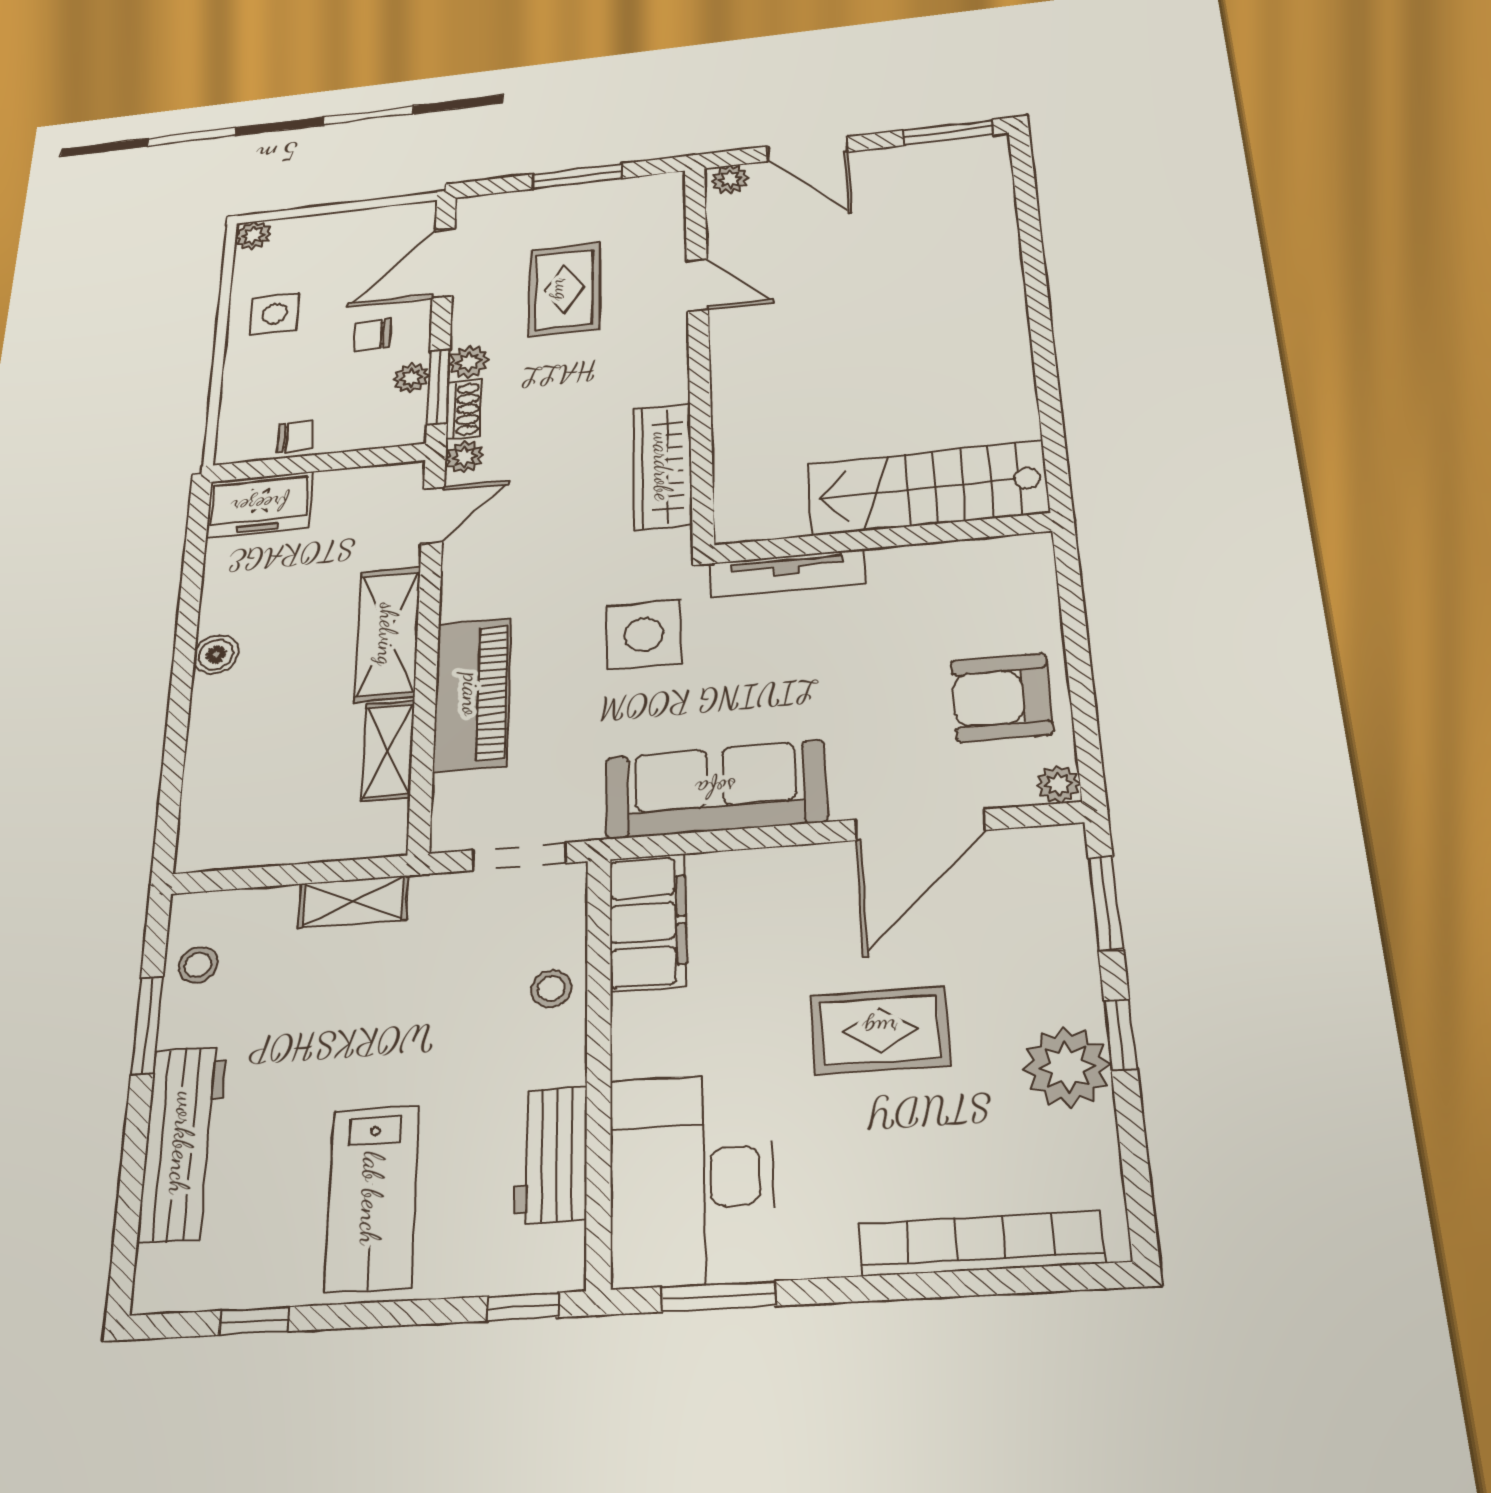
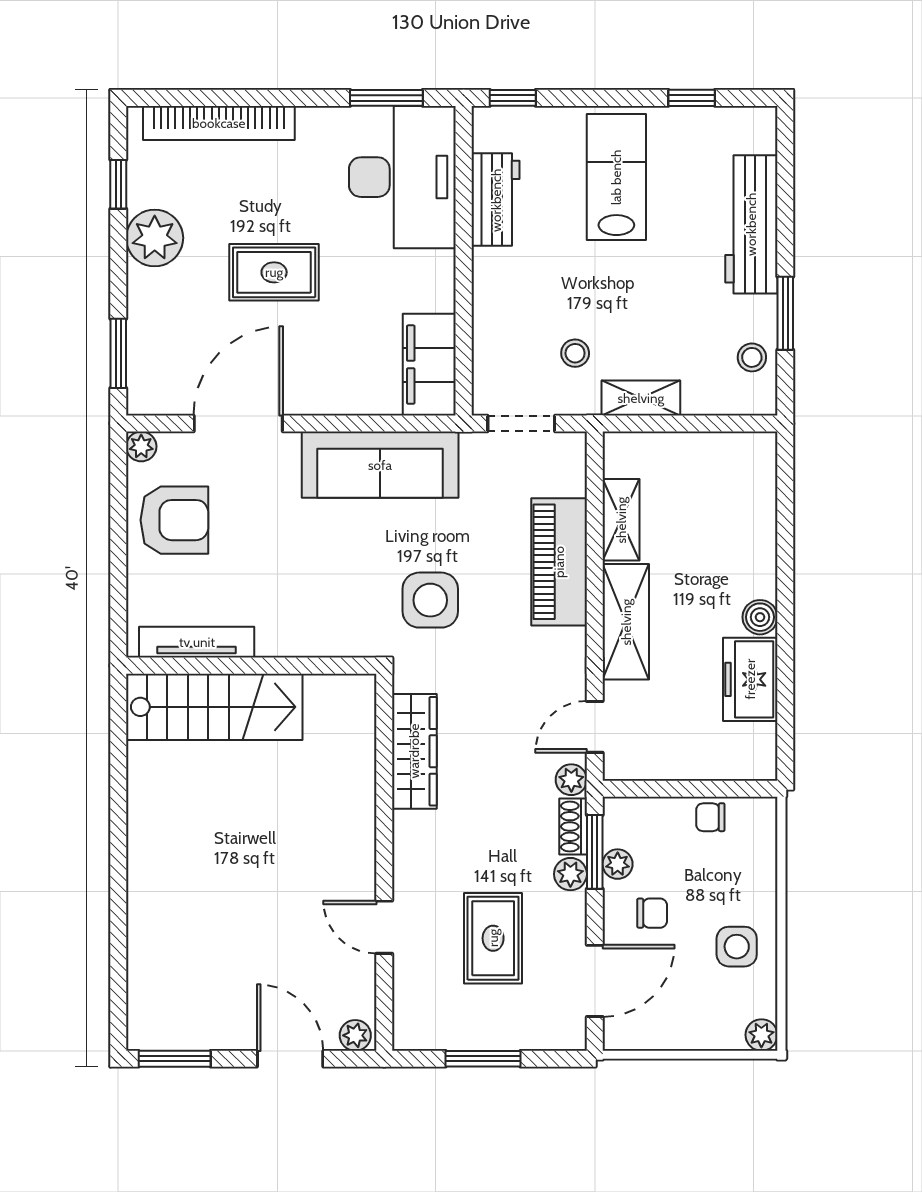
freezer: (259, 505) -> (750, 679), moved, turned -90
tv unit: (787, 573) -> (197, 642), moved
stool: (551, 989) -> (575, 353), moved
window: (1120, 1035) -> (118, 184), moved

